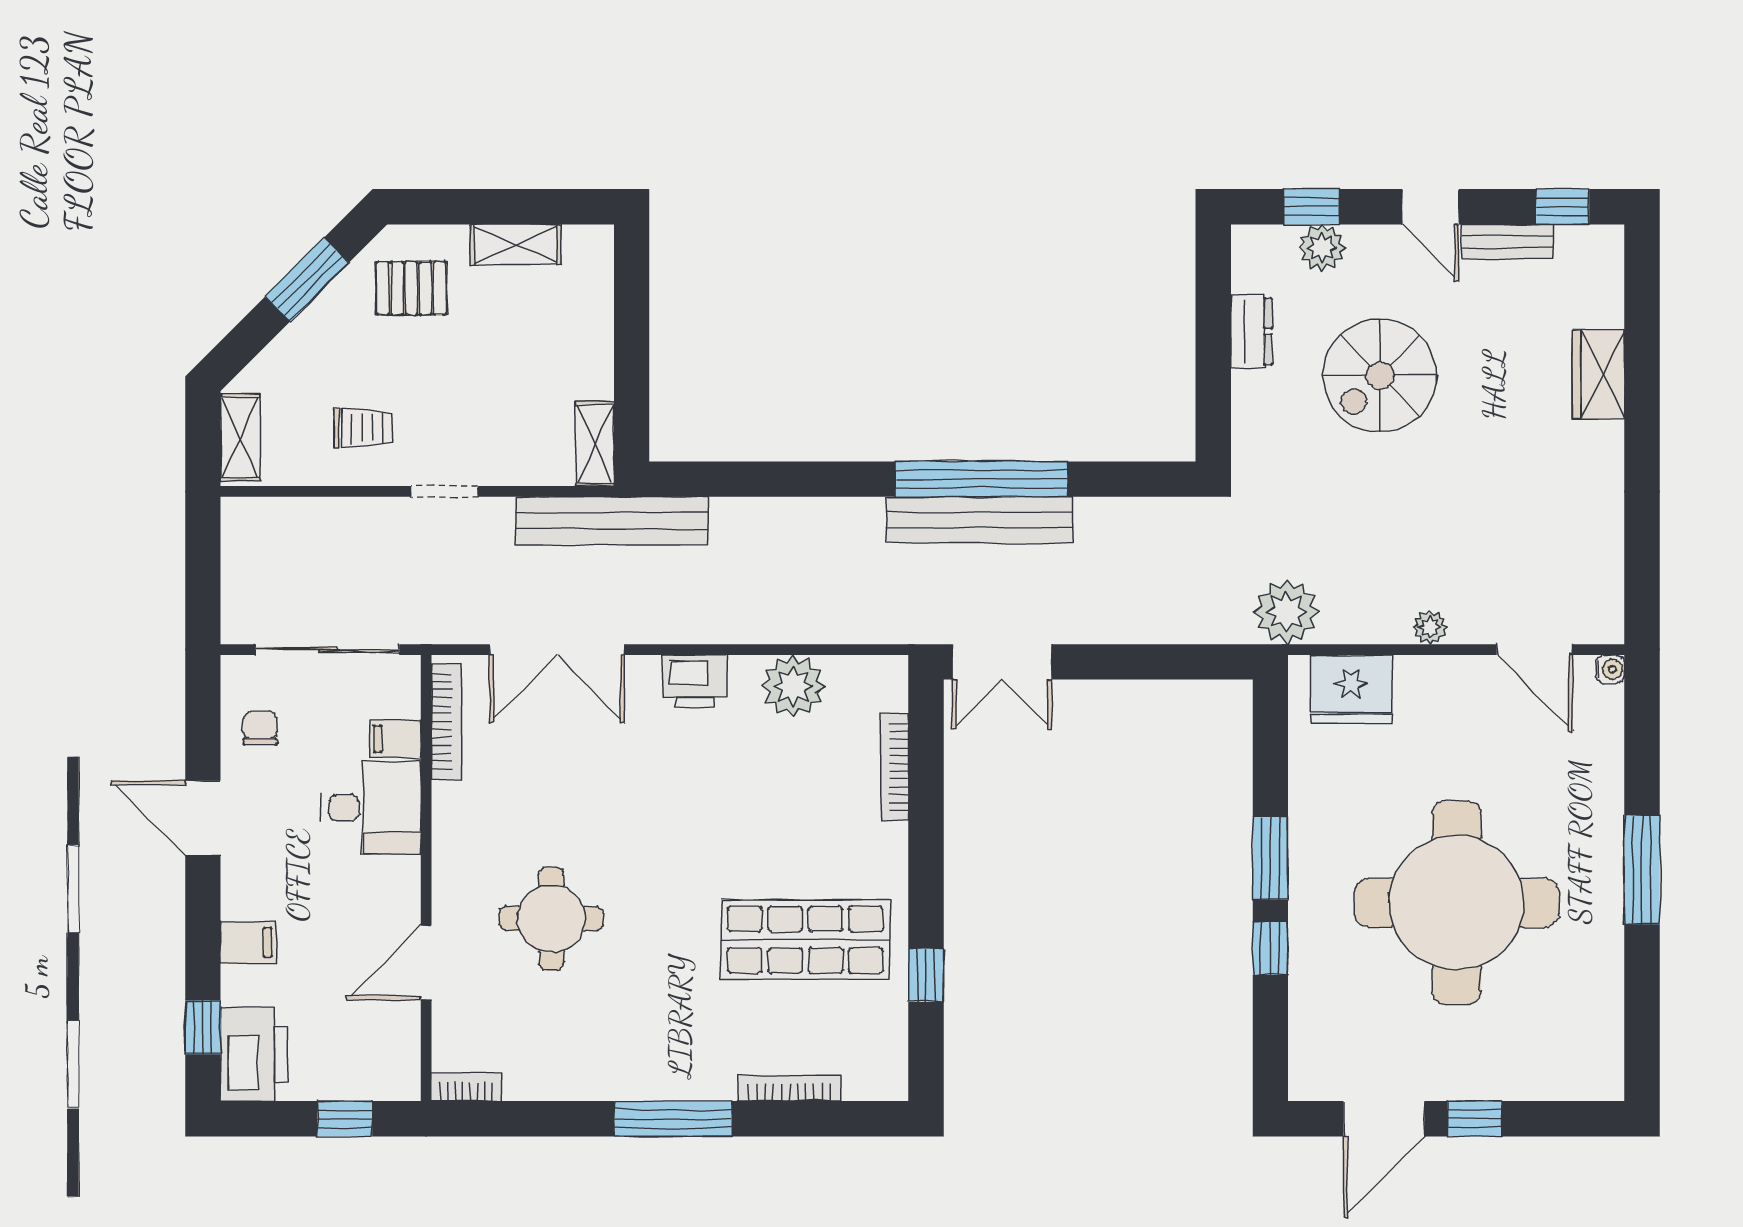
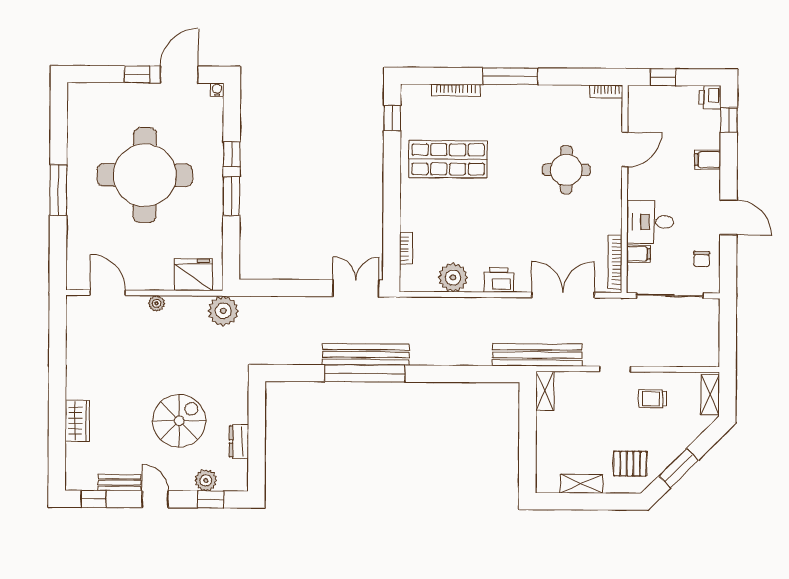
water cooler: (1610, 669) -> (217, 90), moved, turned 90
bookcase: (895, 767) -> (406, 248), width x0.64
window: (926, 975) -> (392, 118), moved
printer: (254, 1054) -> (710, 97), width x0.53, depth x0.68

